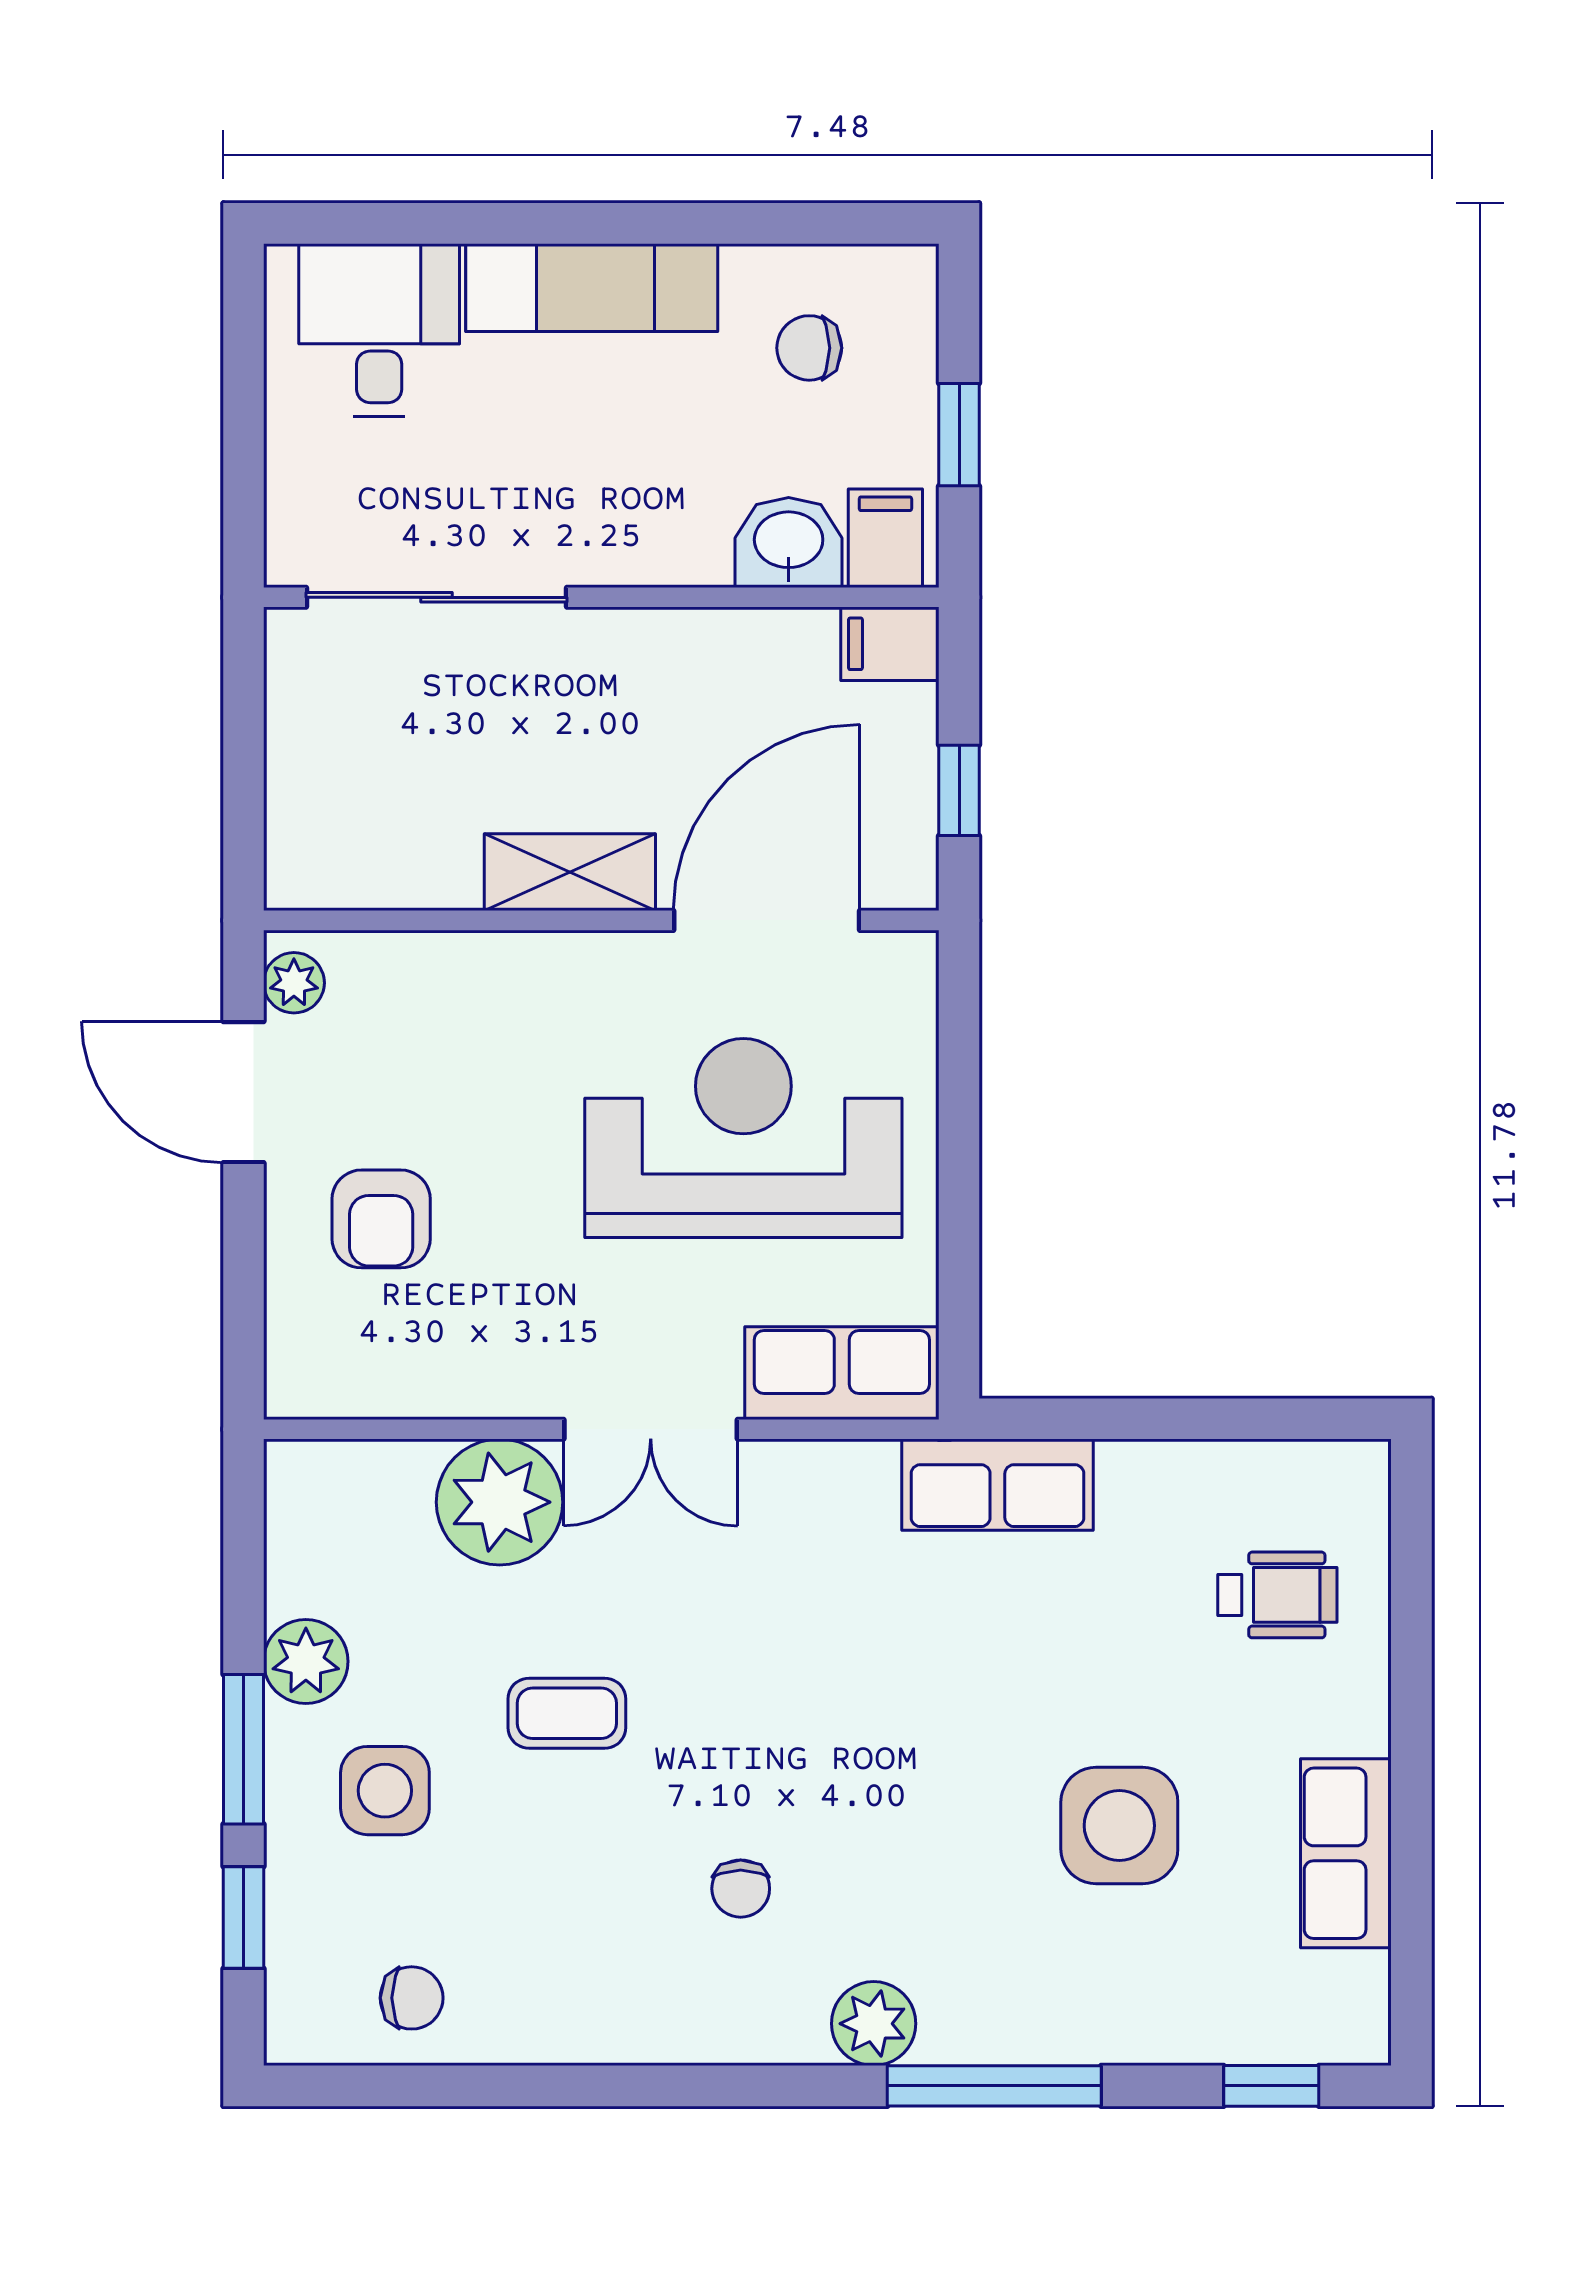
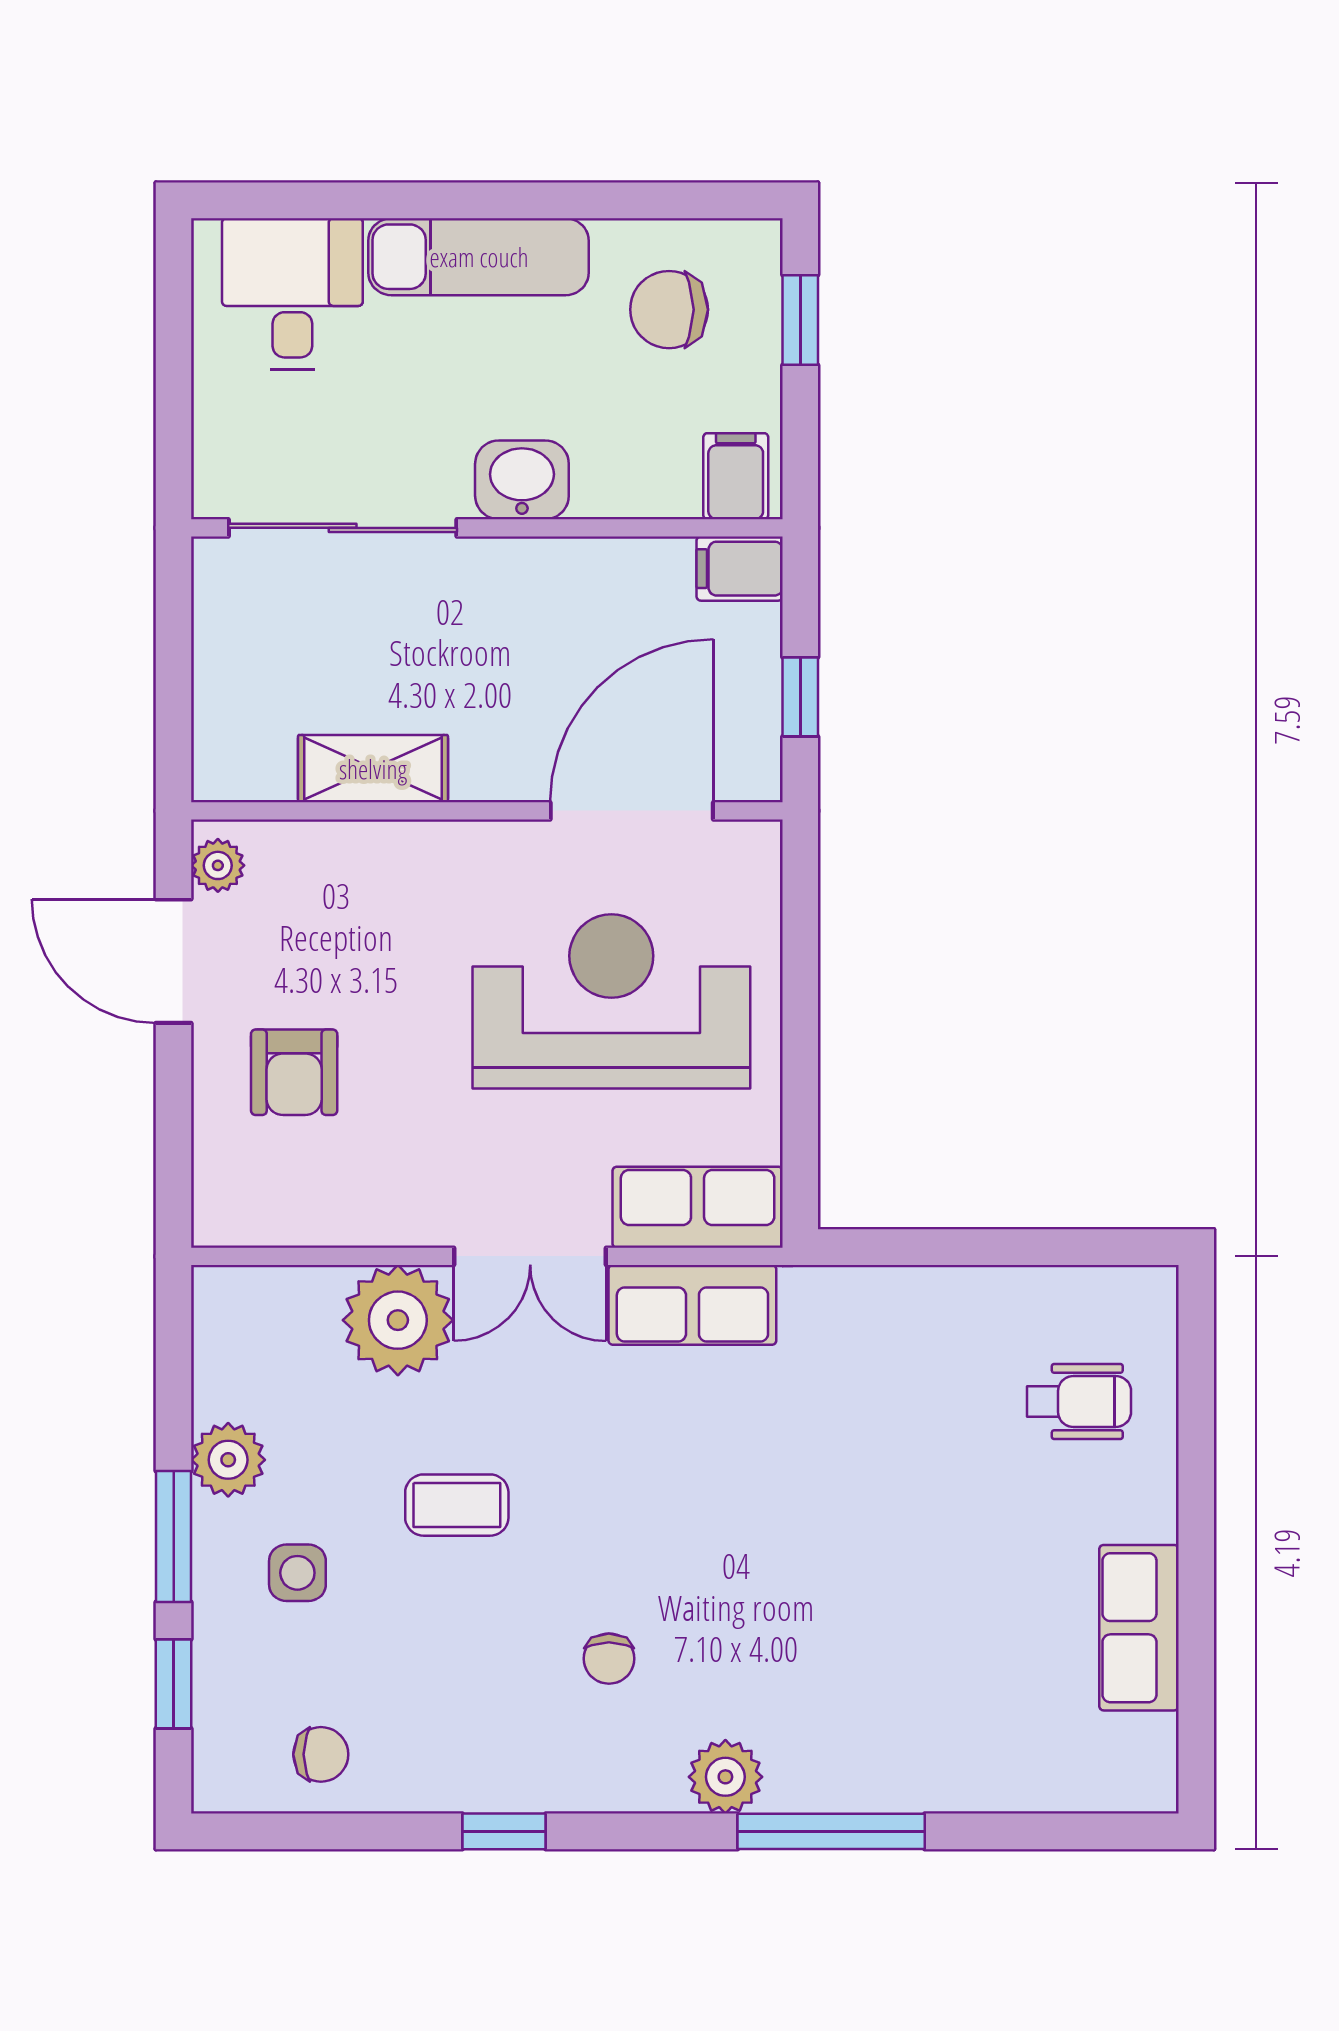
chair: (809, 348) -> (669, 310), width x1.37, depth x1.37
window: (959, 435) -> (800, 320), moved
washbasin: (789, 542) -> (522, 480), moved
shelving: (570, 872) -> (373, 769), moved
row of seats: (997, 1485) -> (692, 1305), moved
side table: (385, 1791) -> (297, 1573), width x0.73, depth x0.73
side table: (1119, 1826) -> (941, 1603), removed
window: (1271, 2086) -> (504, 1831), moved

